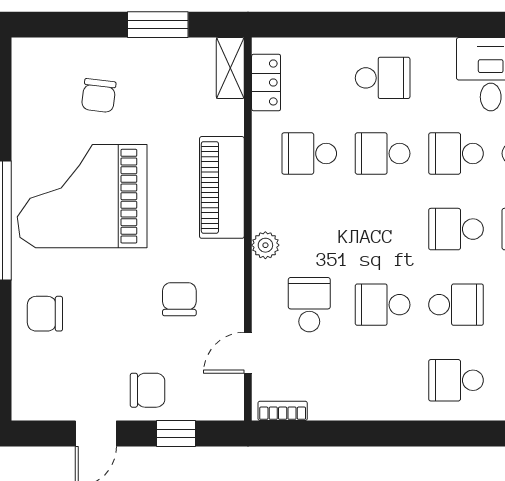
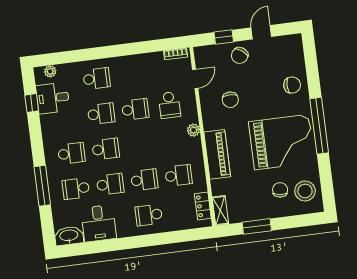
stool: (46, 86) -> (305, 191), added
school desk: (456, 305) -> (101, 114), turned 180
chair: (148, 390) -> (240, 55), turned -53

